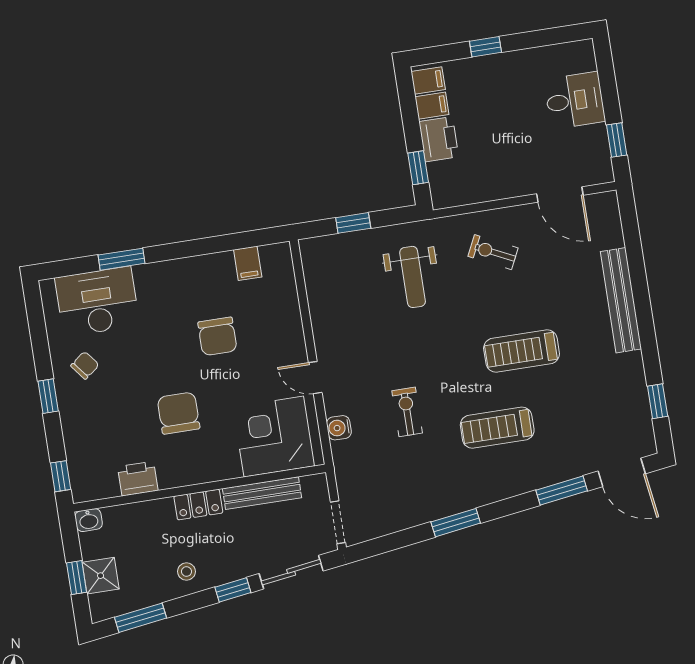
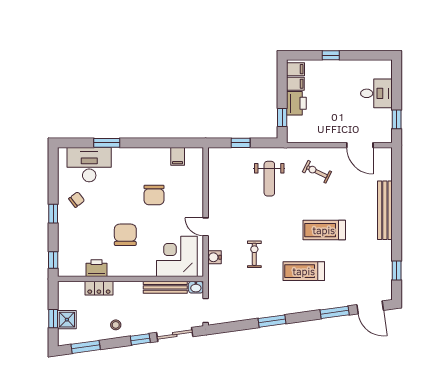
locker: (198, 505) -> (99, 288), moved
washbasin: (89, 520) -> (196, 287), moved

